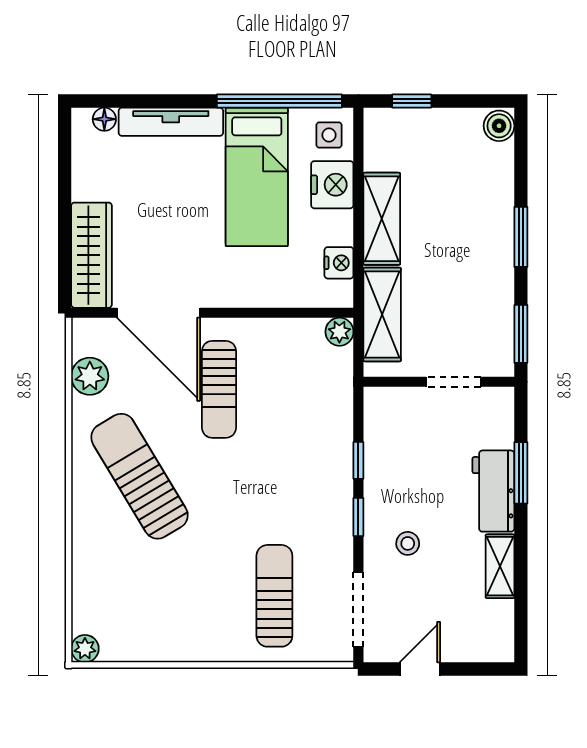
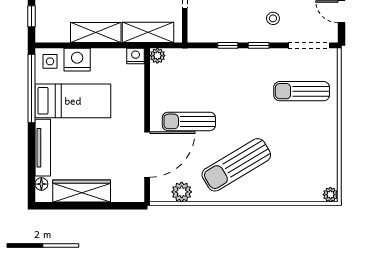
wardrobe: (92, 255) -> (82, 191), moved
nightstand: (339, 263) -> (136, 56), moved
sun lounger: (219, 389) -> (189, 121), turned 180

